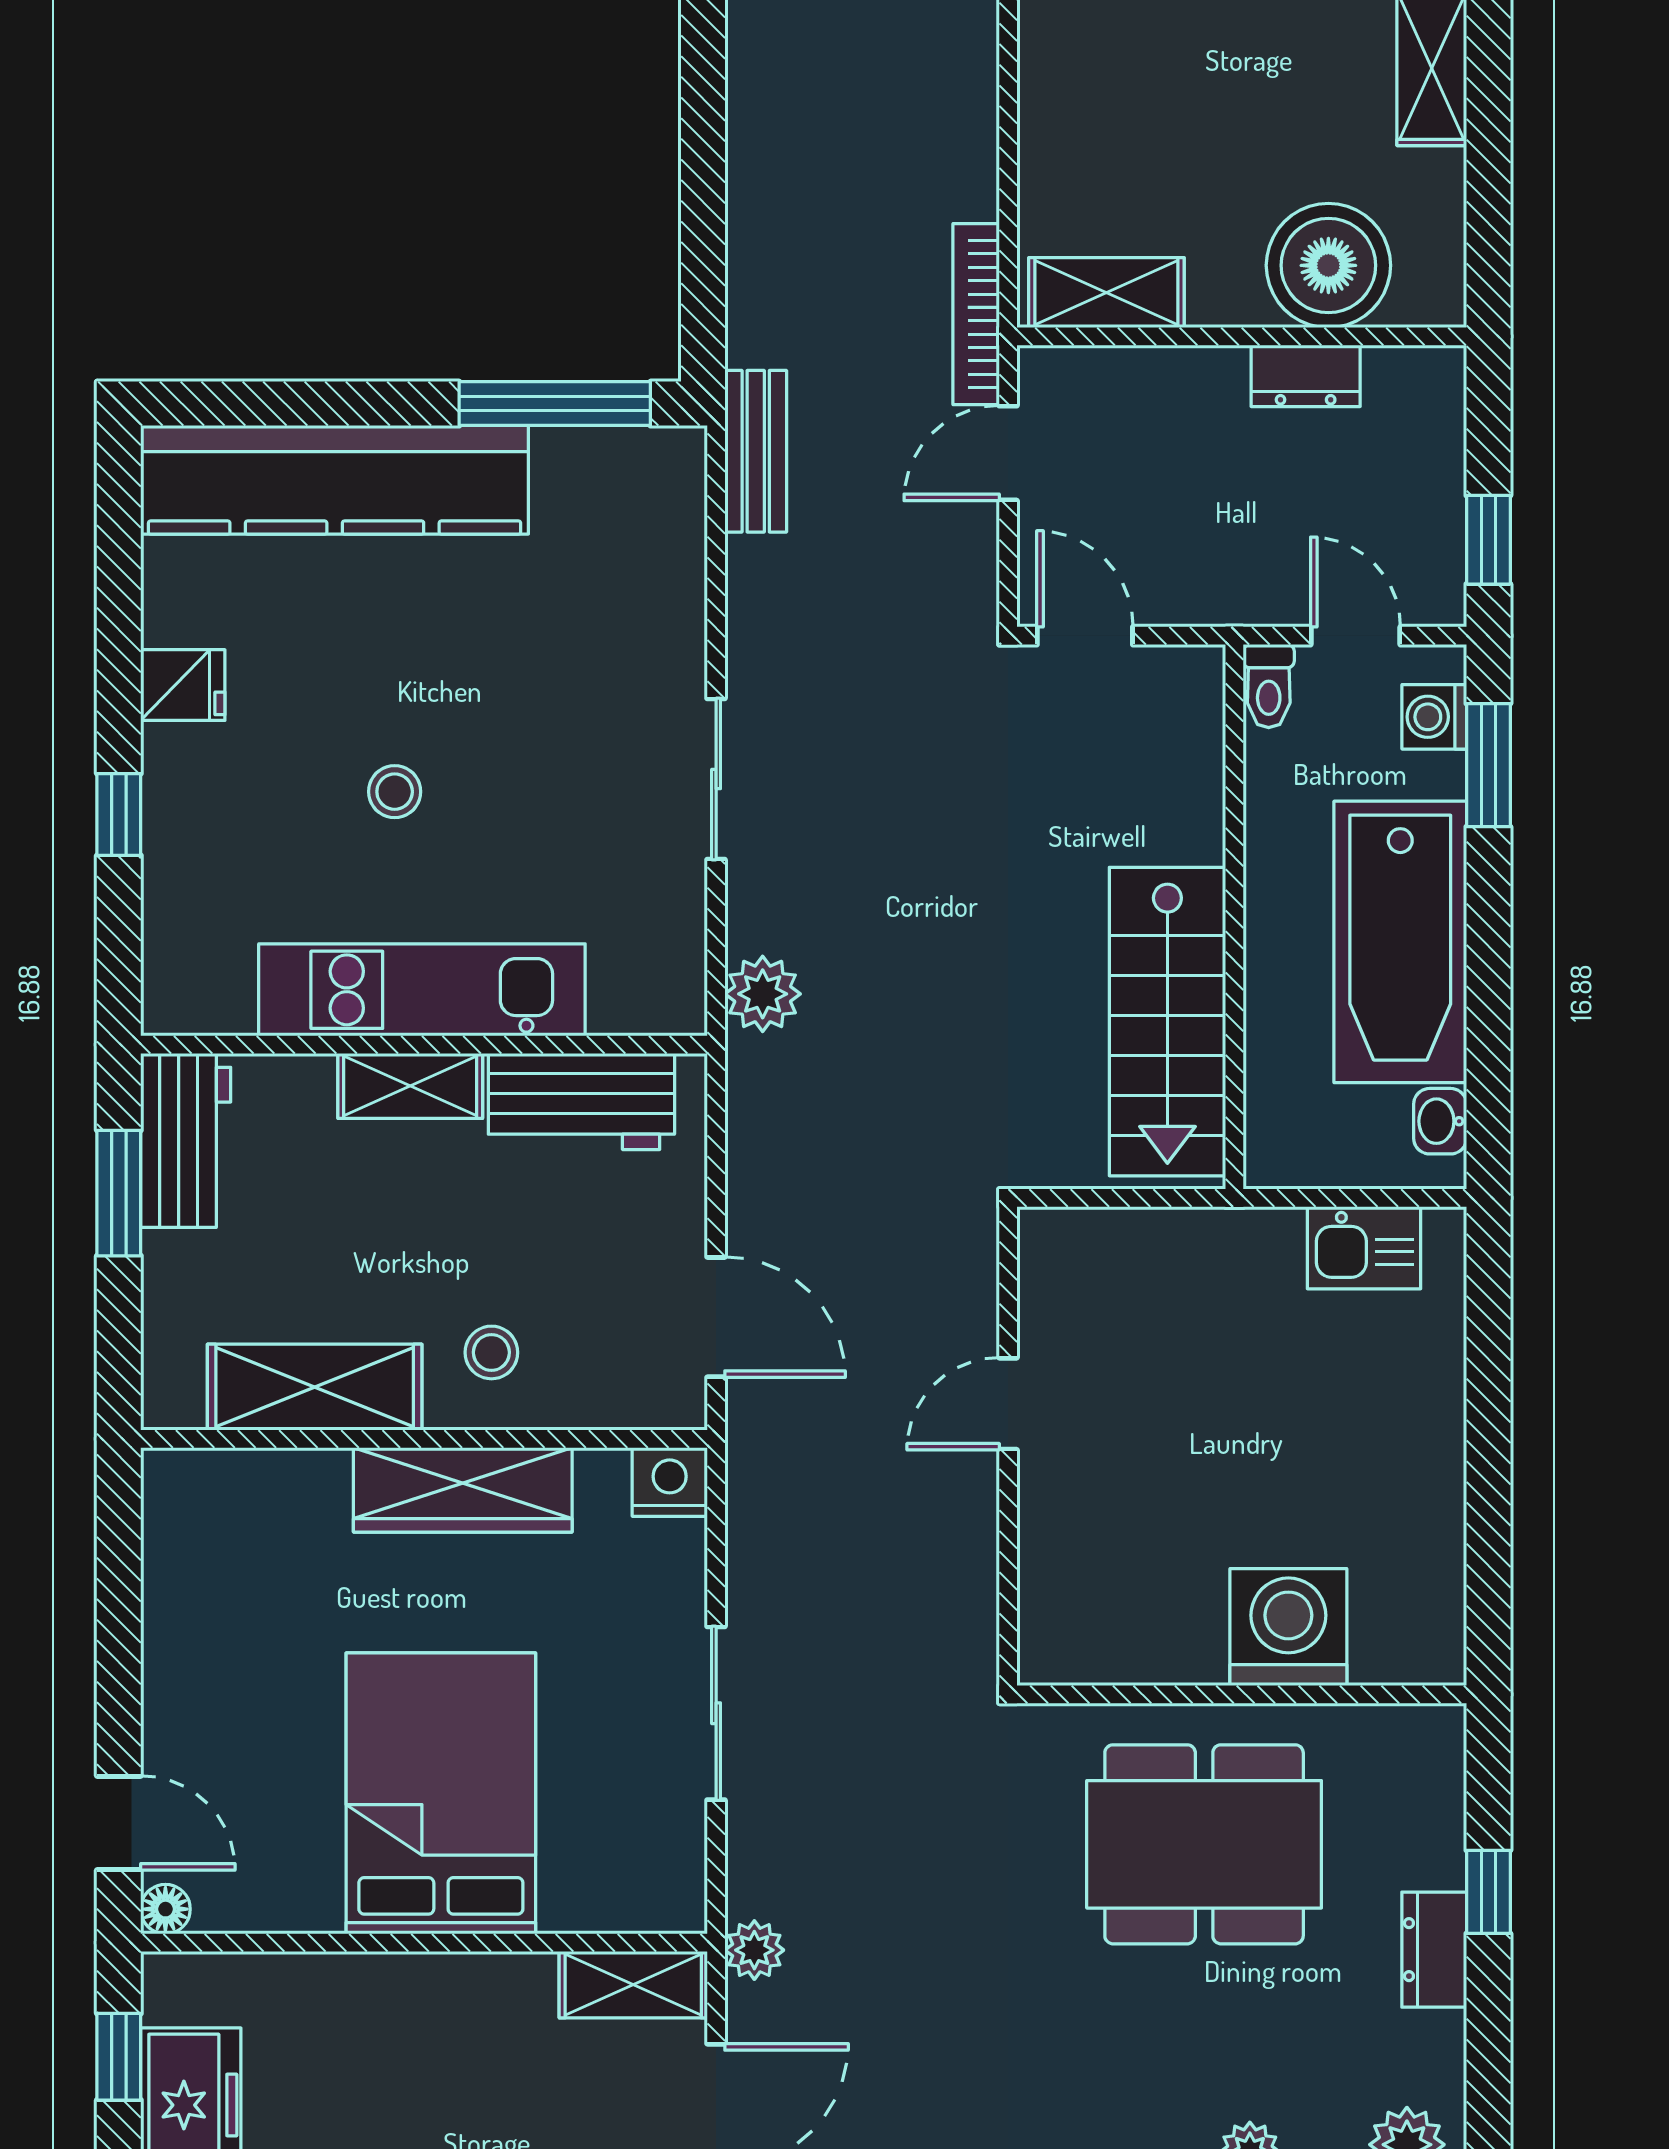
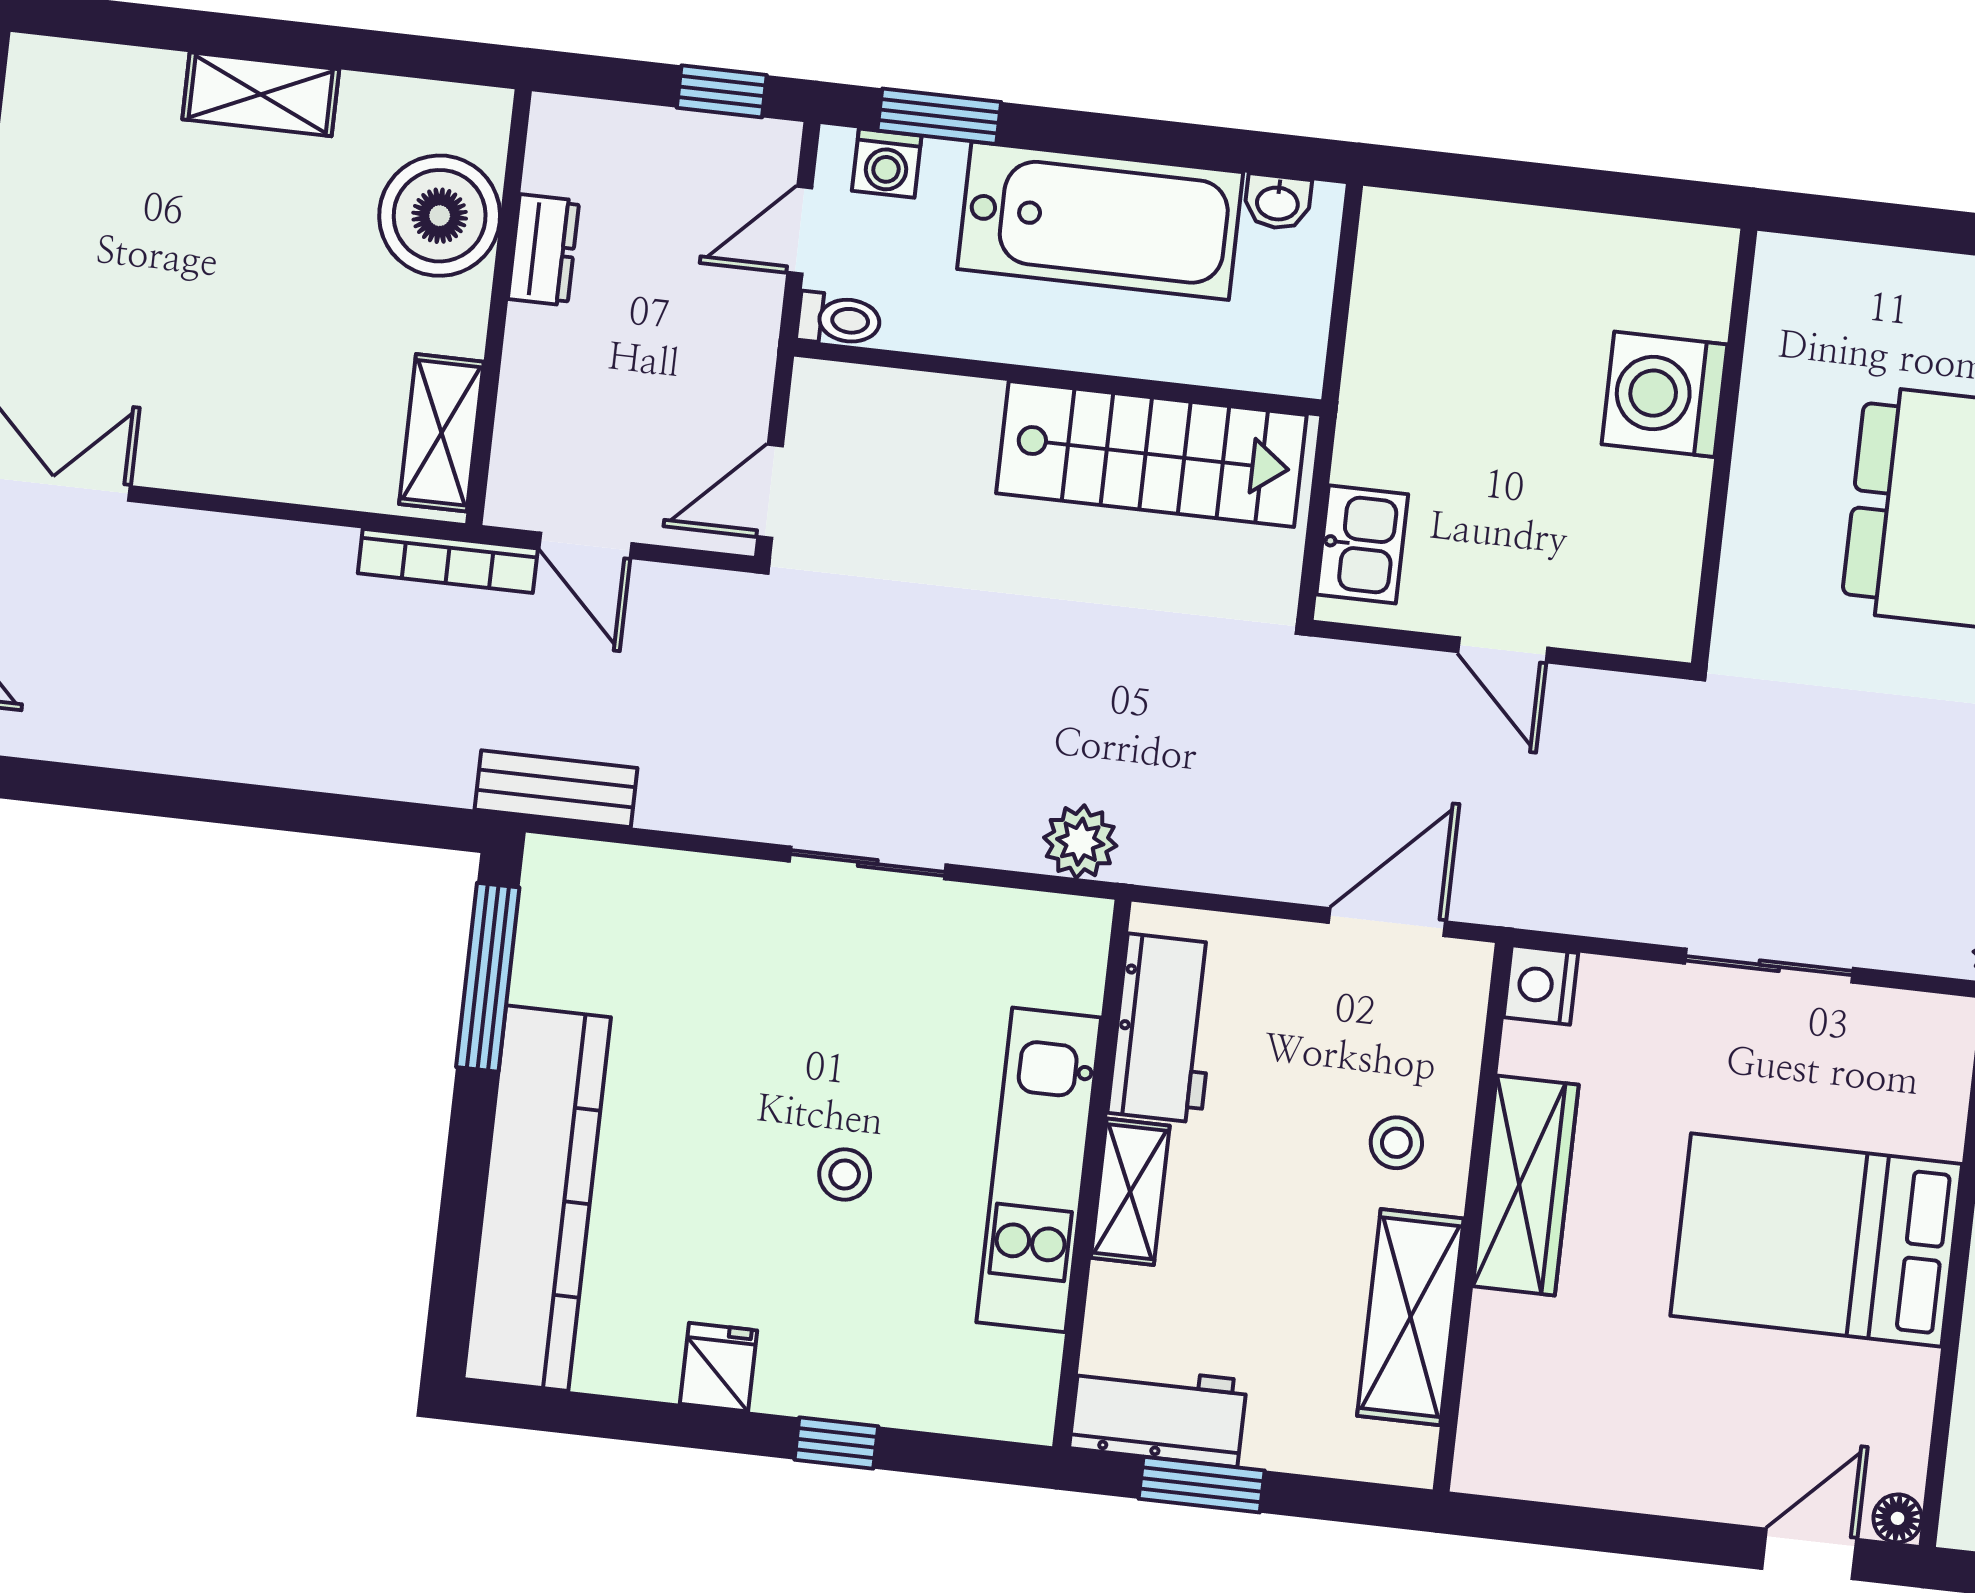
kitchen sink: (1364, 1248) -> (1362, 544), moved
washing machine: (1288, 1627) -> (1664, 394), moved
wall: (1242, 1694) -> (1724, 447), moved

